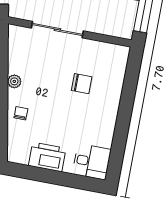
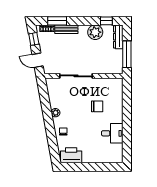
printer: (47, 157) -> (71, 155), moved
desk: (92, 162) -> (112, 133), moved

